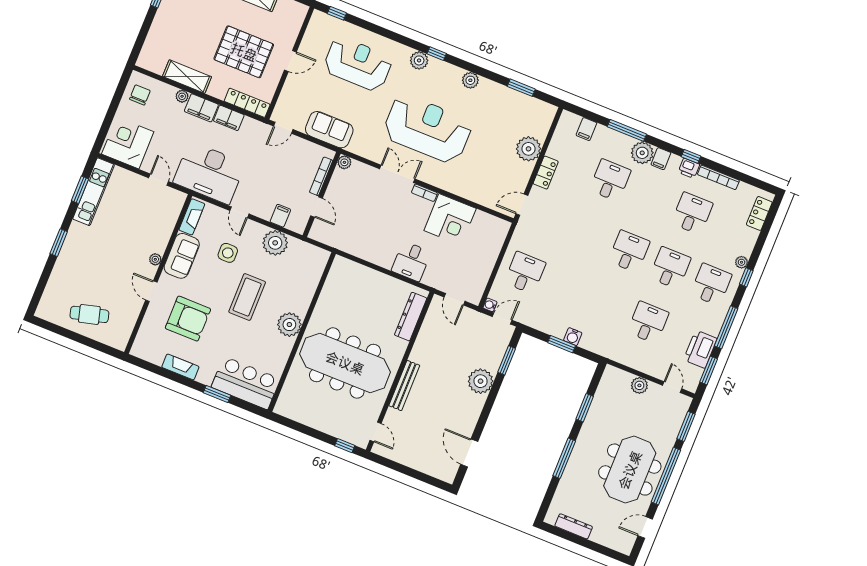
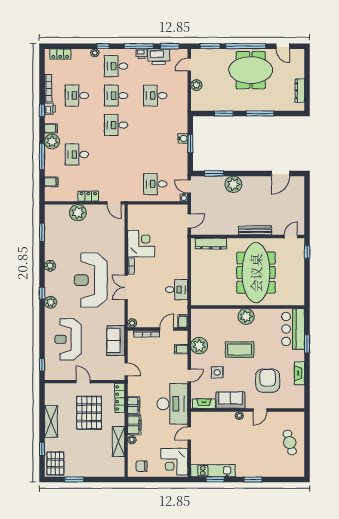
filing cabinet: (319, 234) -> (183, 321), added
desk: (411, 261) -> (177, 290), moved
printer: (714, 327) -> (142, 54), added

